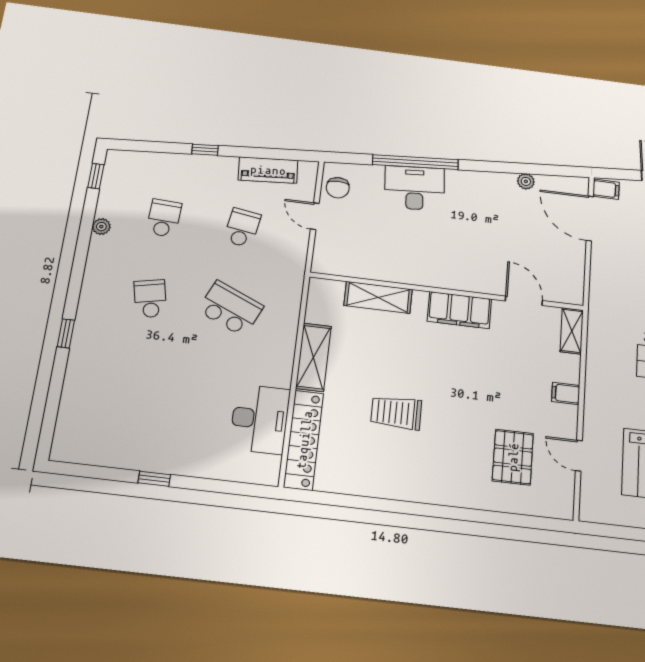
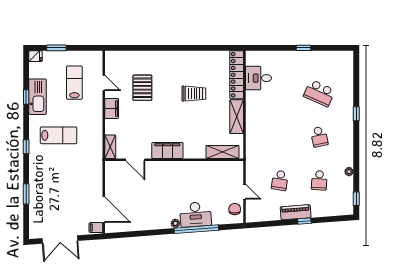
piano: (268, 170) -> (296, 212), moved
plant: (526, 181) -> (175, 223), moved
shelving: (378, 297) -> (223, 152), moved
school desk: (230, 308) -> (319, 93), moved
filing cabinet: (566, 393) -> (112, 108), width x2.00
desk: (260, 419) -> (259, 78), width x0.73
pallet: (513, 457) -> (142, 88), moved

